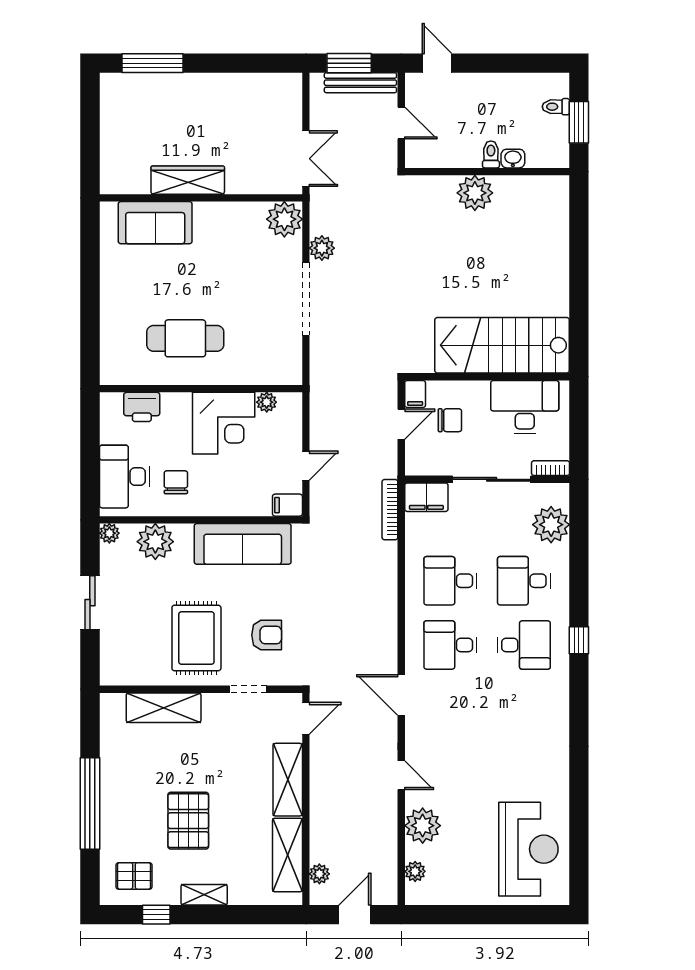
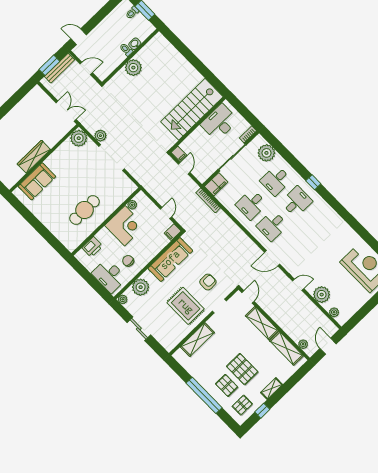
chair: (450, 420) -> (199, 151), removed
pallet: (140, 822) -> (227, 385), added

